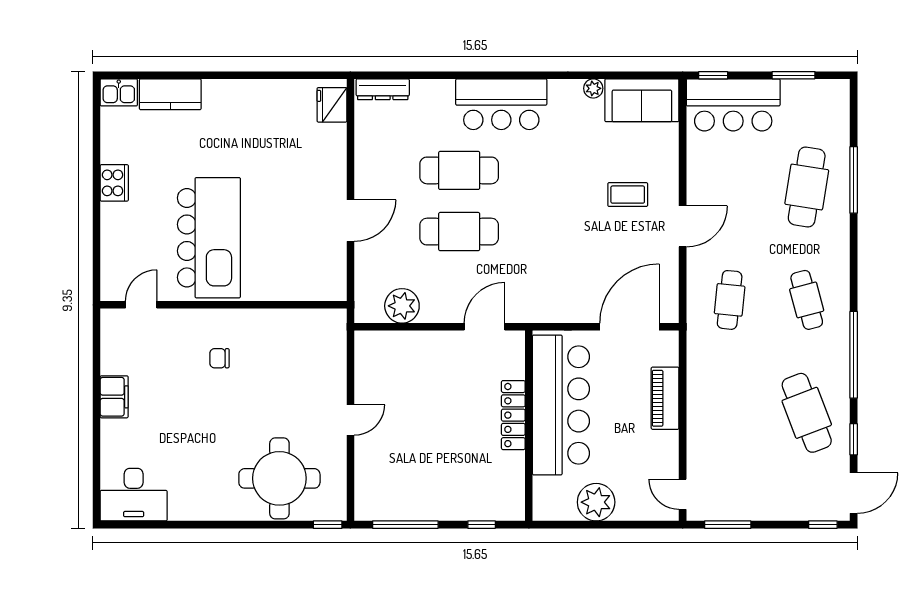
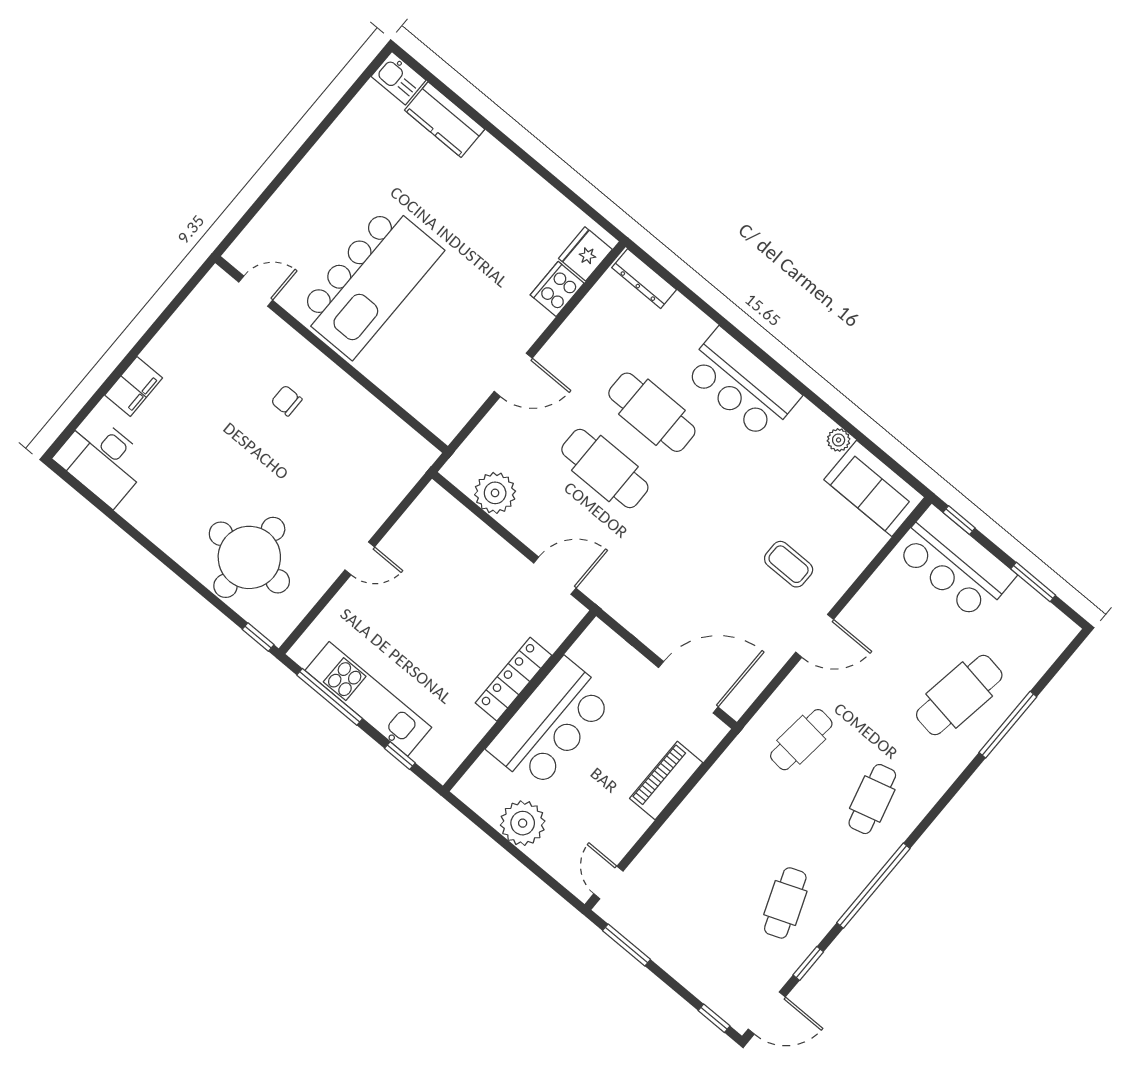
cooker: (114, 183) -> (557, 289), moved, turned 180
filing cabinet: (114, 397) -> (134, 386), moved
bar counter: (561, 405) -> (551, 724), width x0.73
cafe table: (807, 413) -> (785, 903), width x0.73, depth x0.74
kitchen unit: (431, 505) -> (368, 699), added

